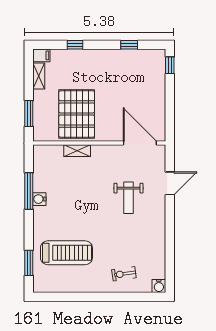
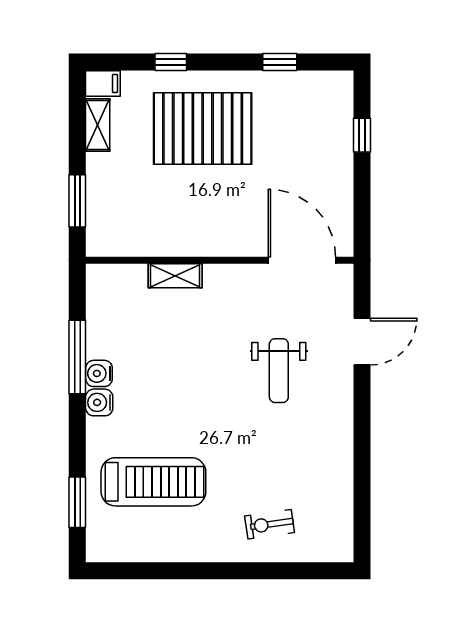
window: (170, 65) -> (362, 135), moved
pallet: (77, 114) -> (203, 128), moved, turned 90
water cooler: (159, 286) -> (99, 402), moved, turned 90

